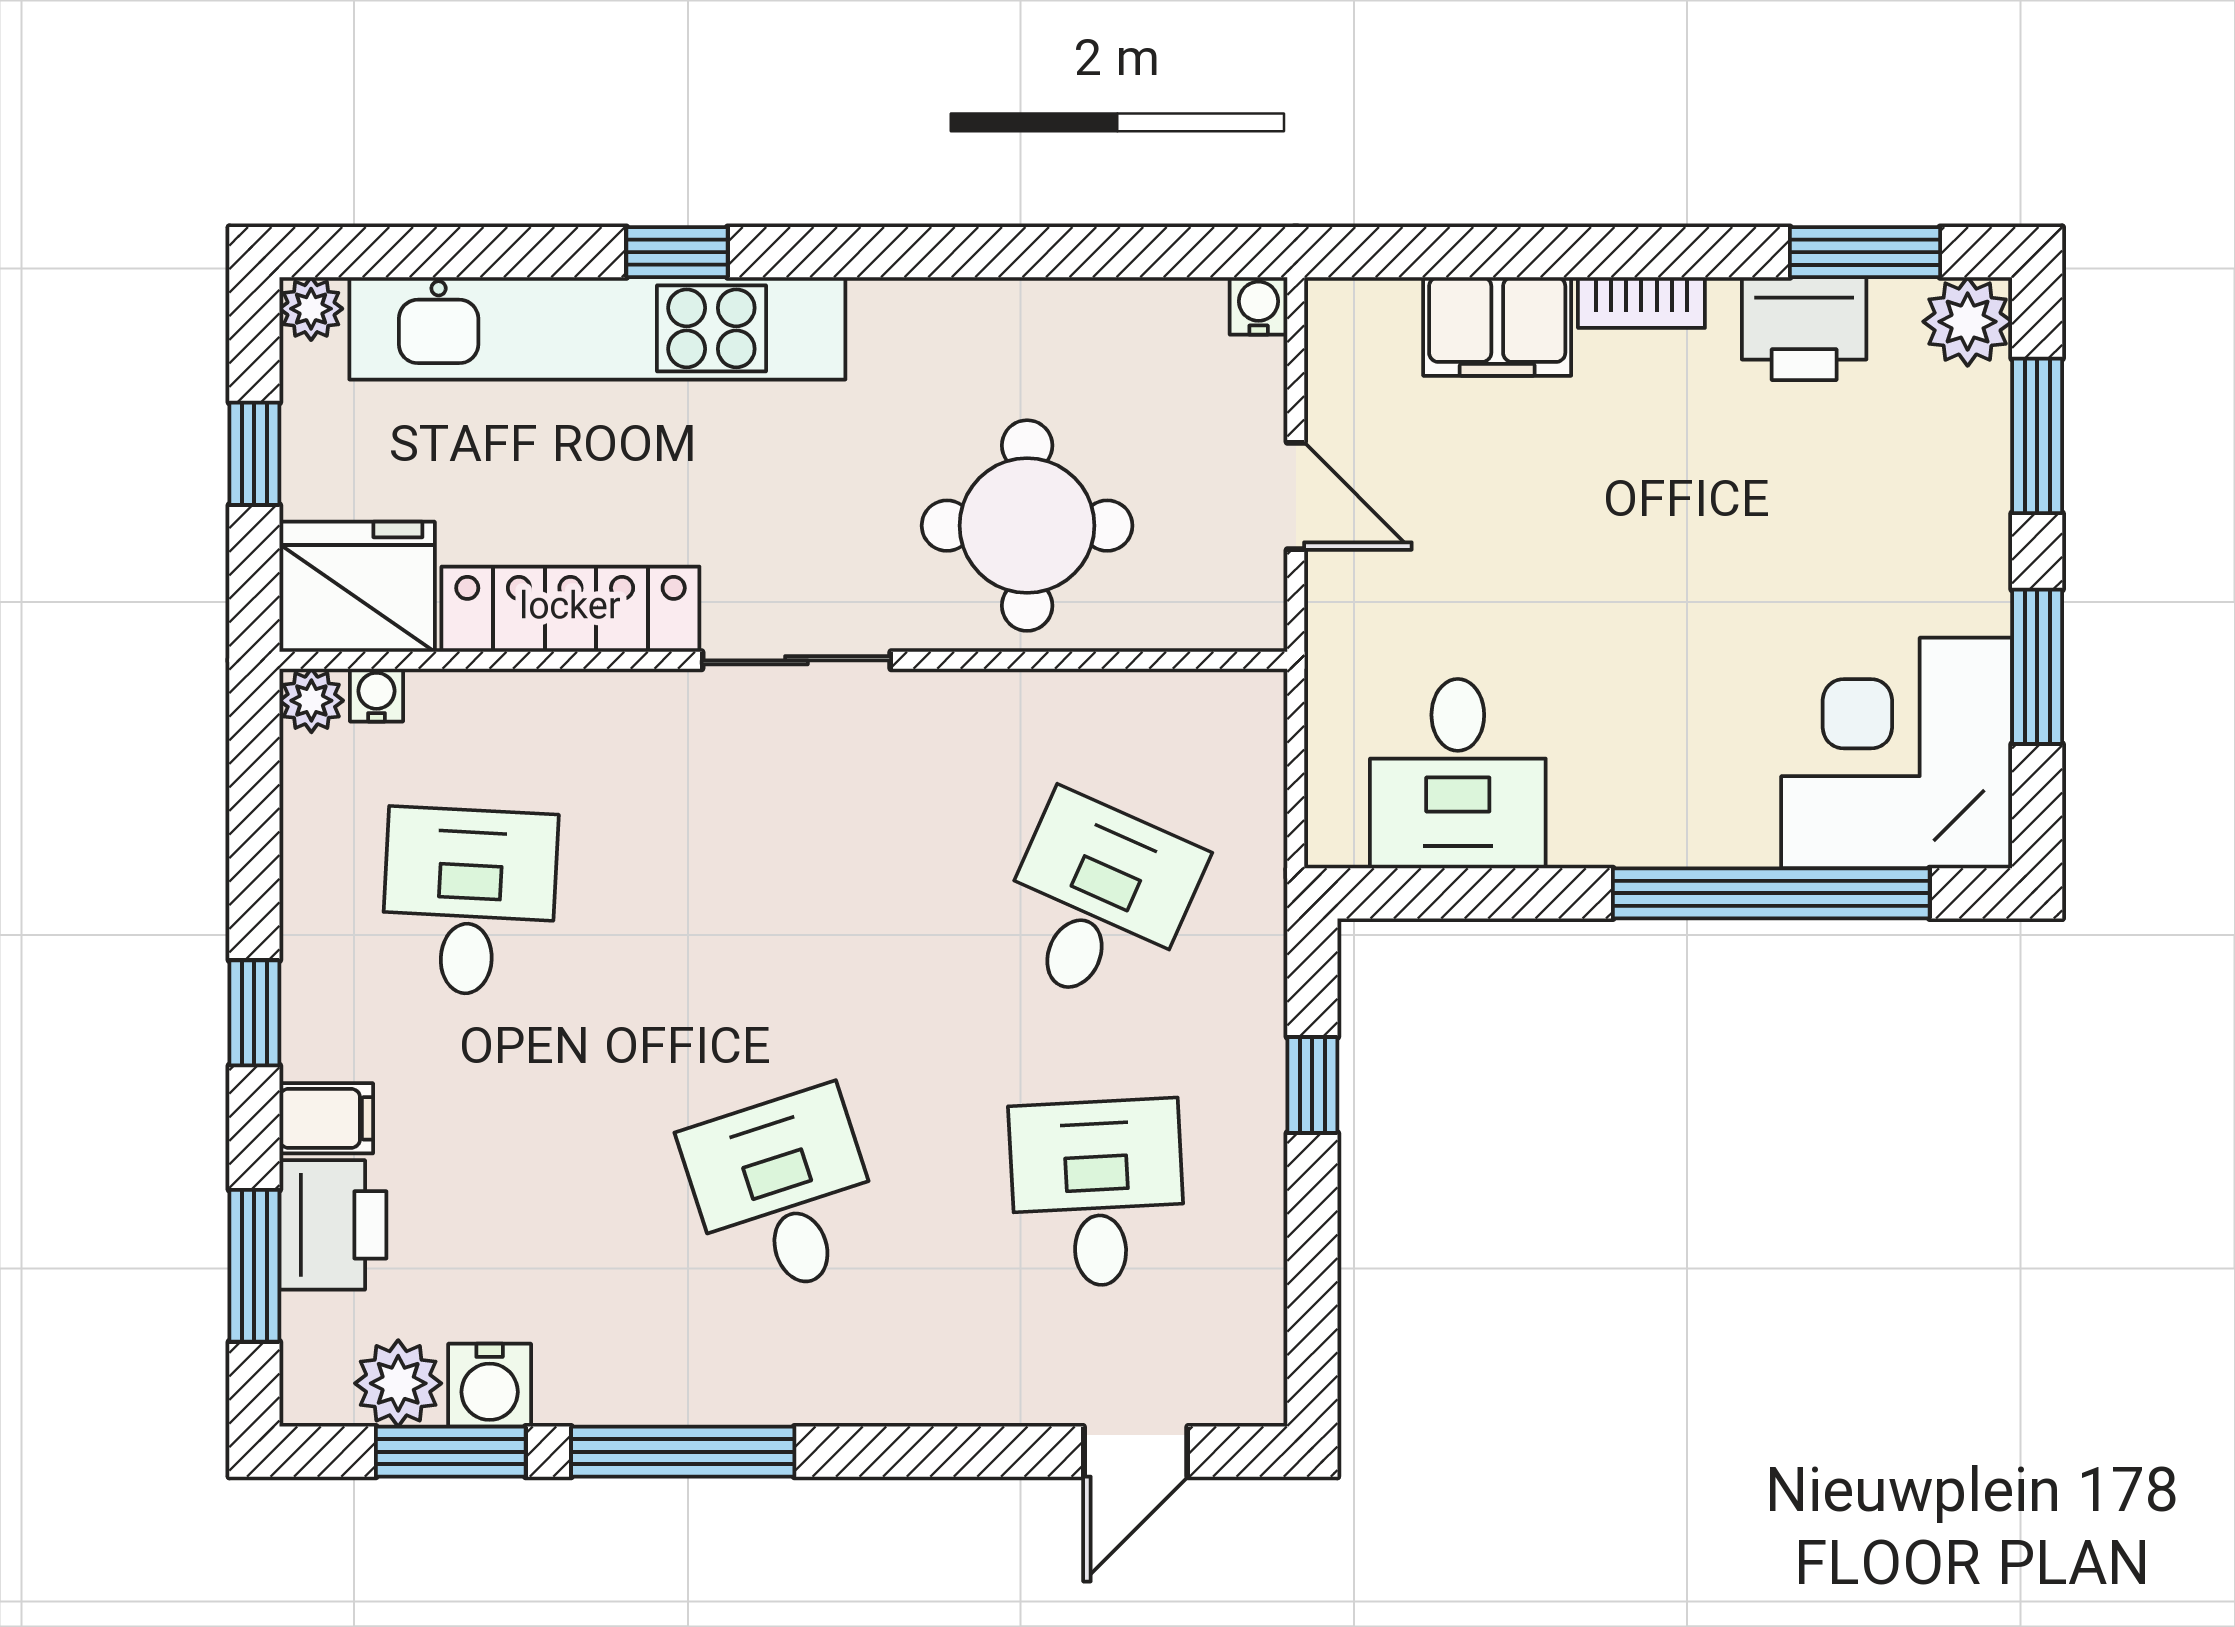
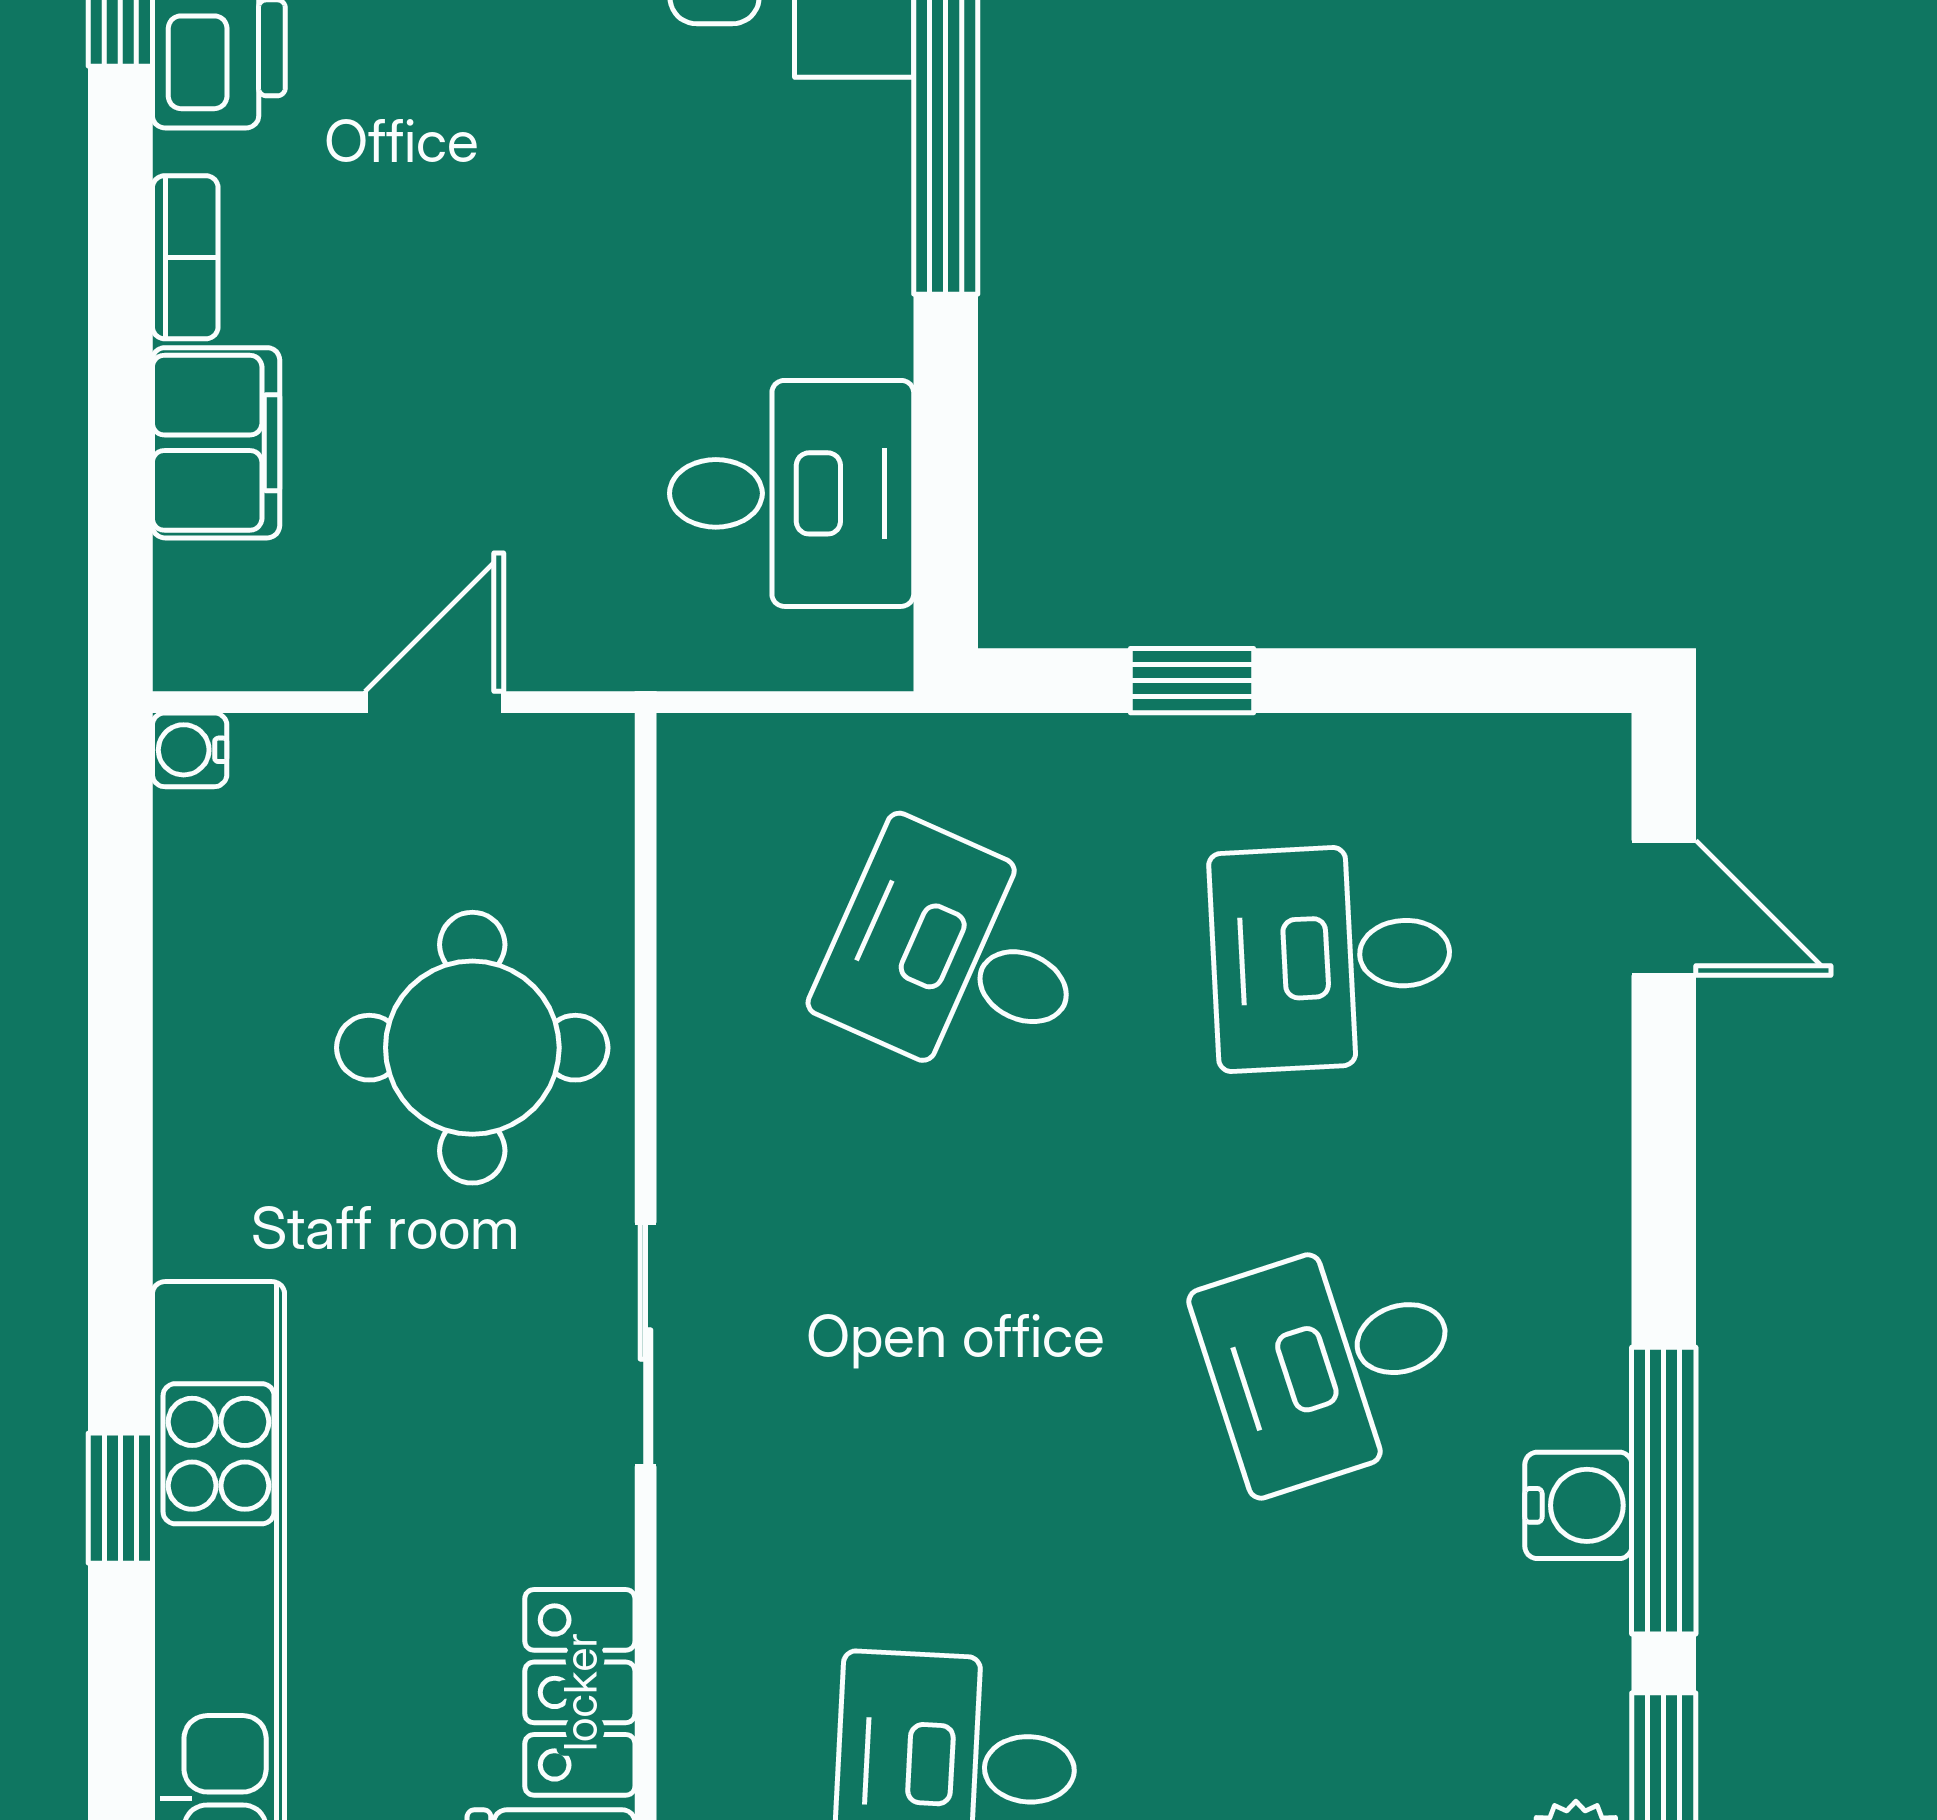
locker: (570, 609) -> (580, 1692), width x0.66
water cooler: (490, 1385) -> (1578, 1505), moved

